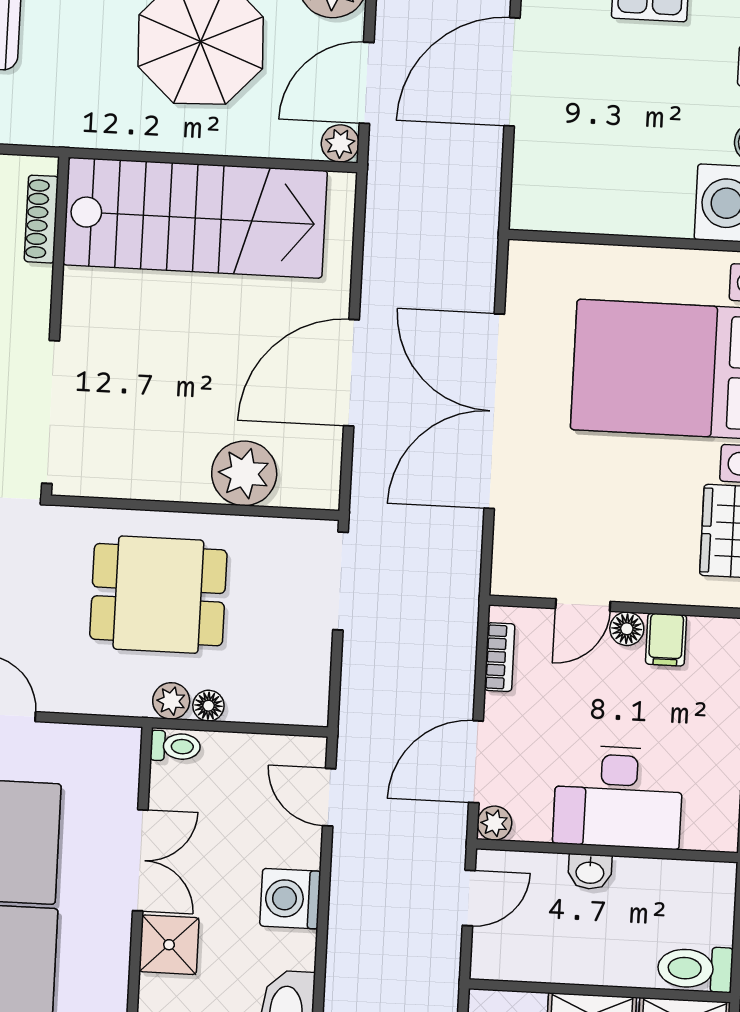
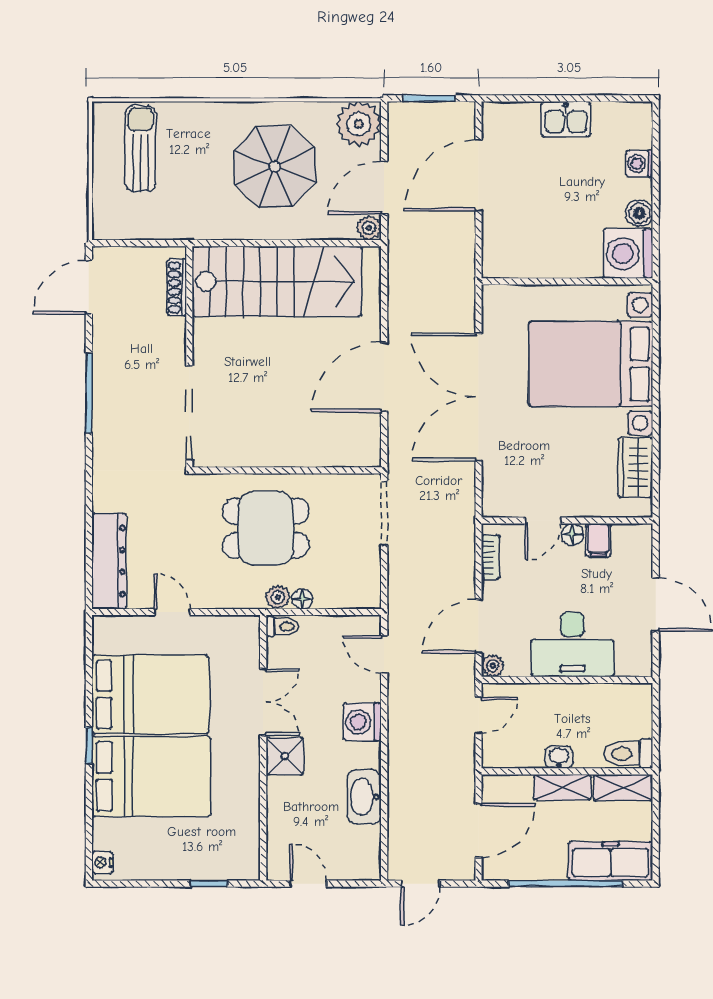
plant: (244, 473) -> (318, 446), removed
washbasin: (590, 872) -> (559, 757), moved, turned 180

